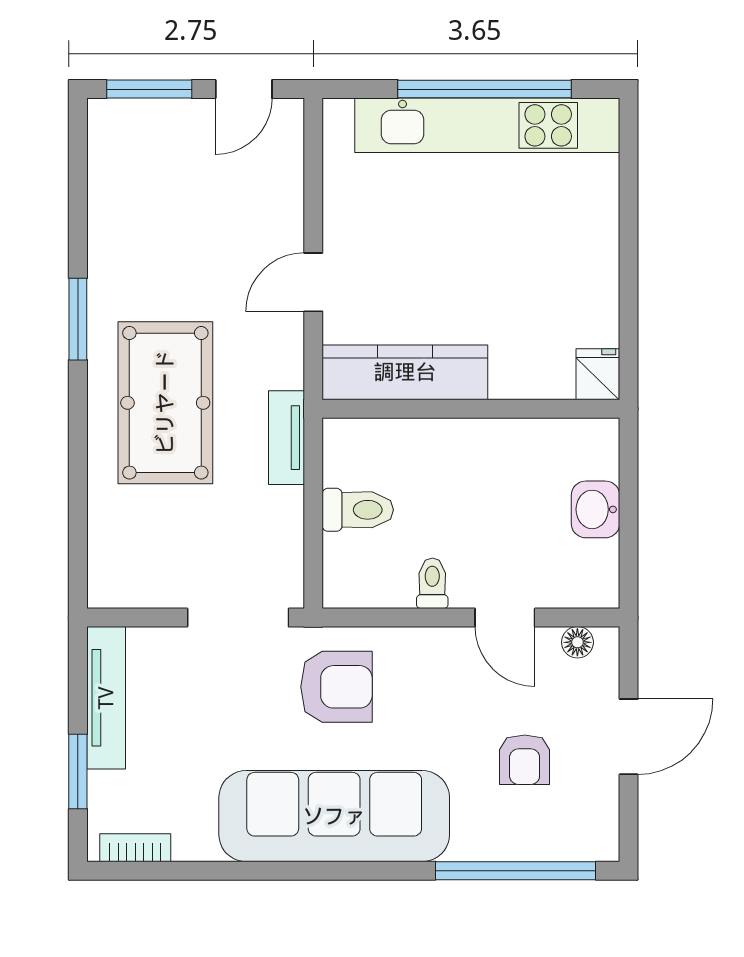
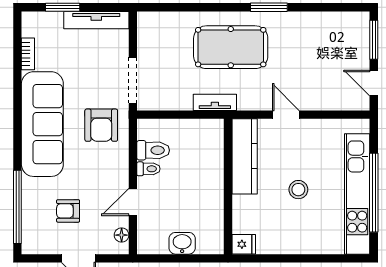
stool: (478, 254) -> (298, 190), added
toilet: (358, 510) -> (153, 150), moved, turned -90
bookcase: (135, 848) -> (28, 54), moved

